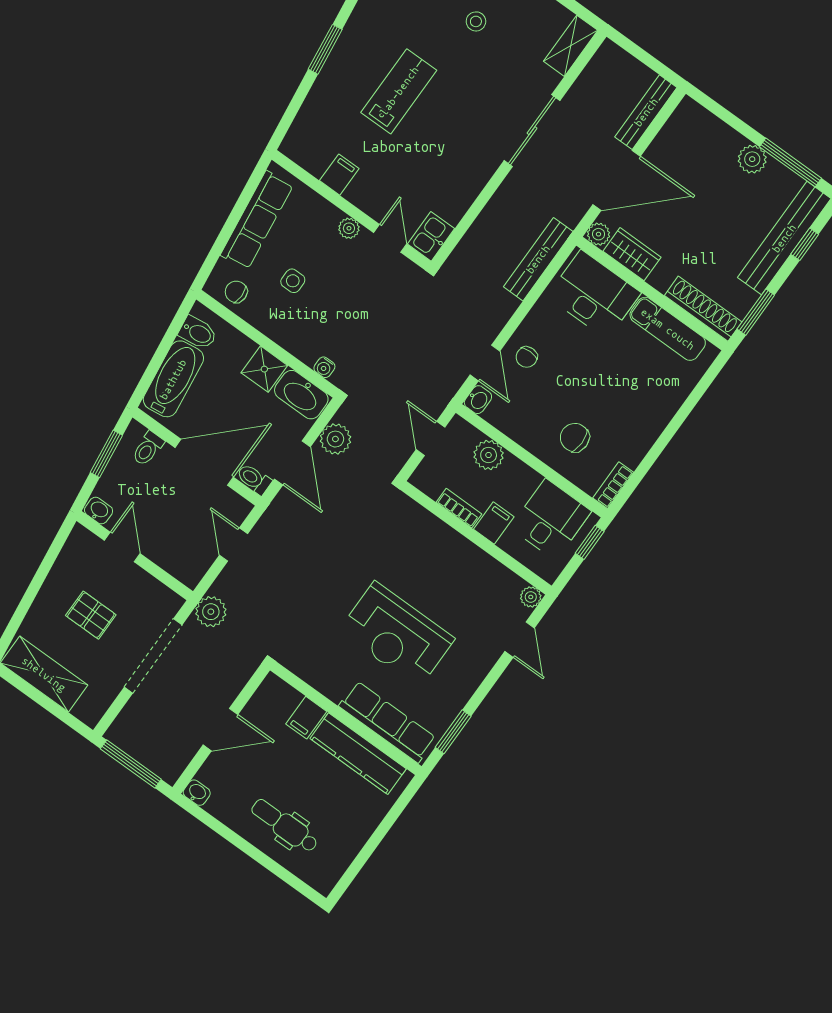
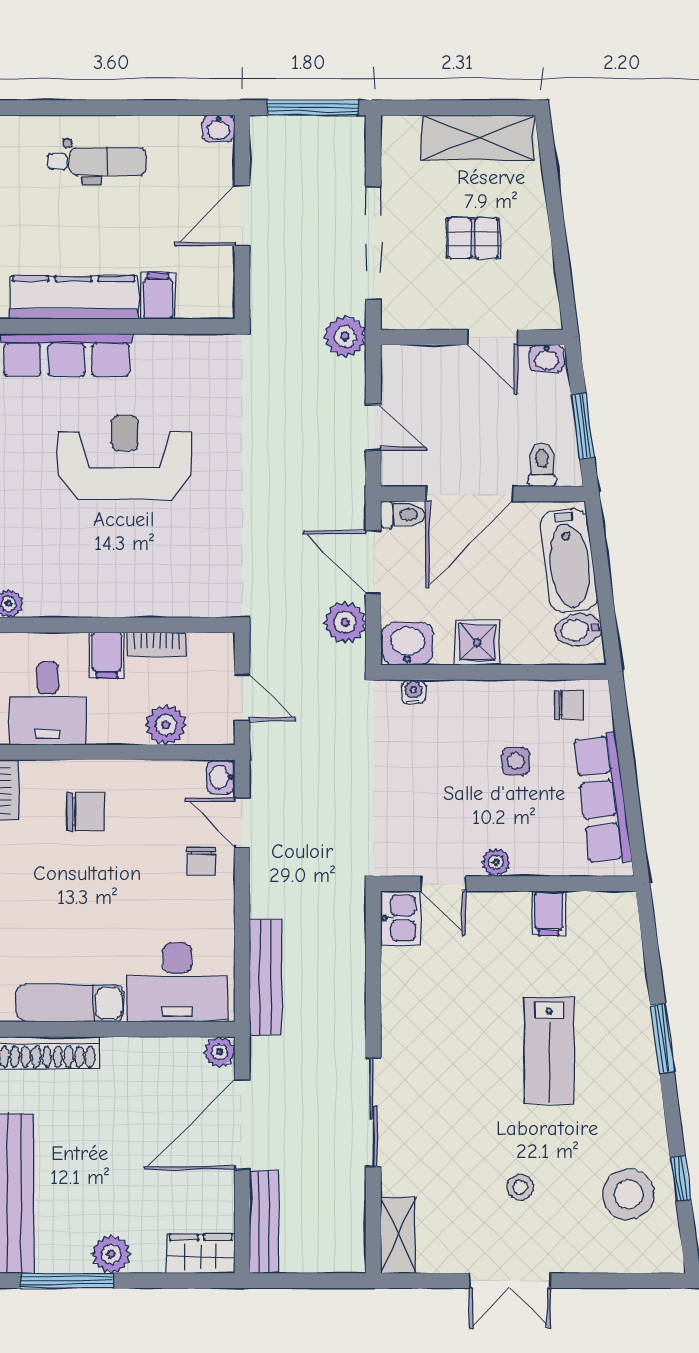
wardrobe: (632, 254) -> (201, 1254), moved, turned 180
chair: (527, 357) -> (201, 862), turned 180
washbasin: (301, 395) -> (407, 644), width x0.72

